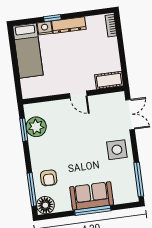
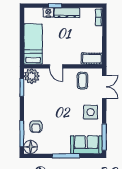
bed: (28, 51) -> (33, 44), moved, turned 180
door: (78, 95) -> (56, 66), moved
coffee table: (101, 110) -> (82, 81), added
plant: (36, 127) -> (32, 76), moved
sofa: (92, 196) -> (86, 145), moved

